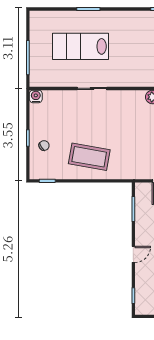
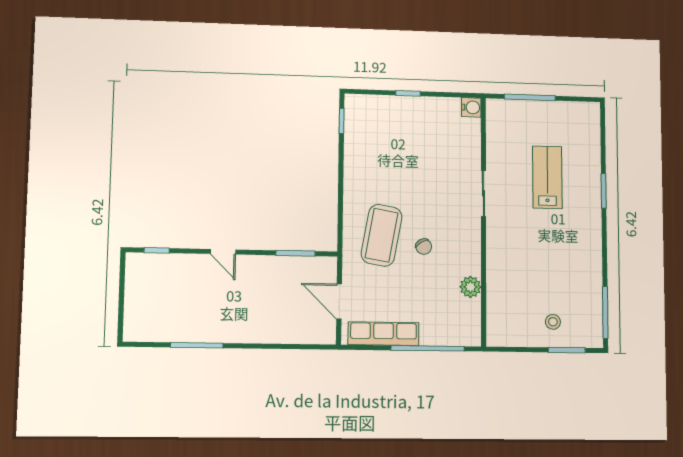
lab bench: (80, 46) -> (547, 177), width x0.73, depth x0.72
chair: (44, 146) -> (424, 247), moved
coffee table: (89, 157) -> (382, 235), moved

